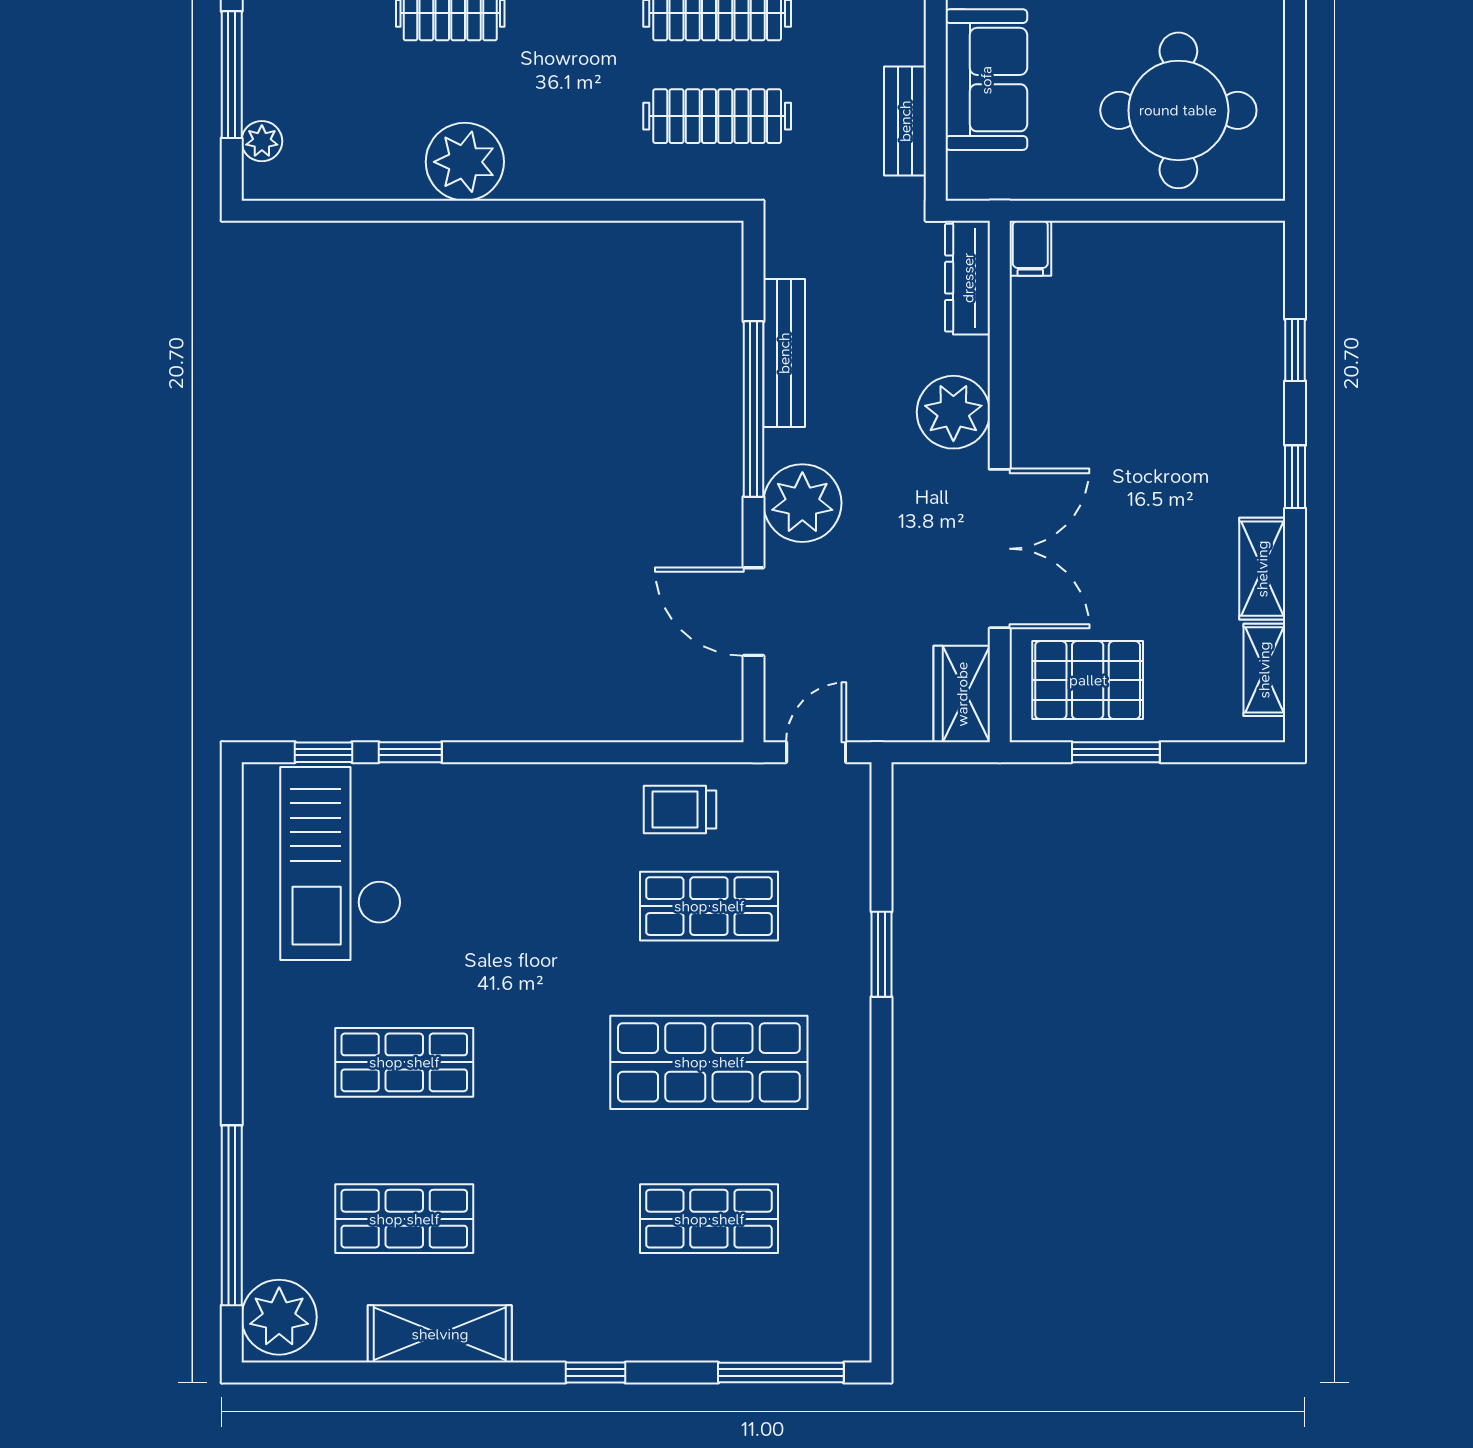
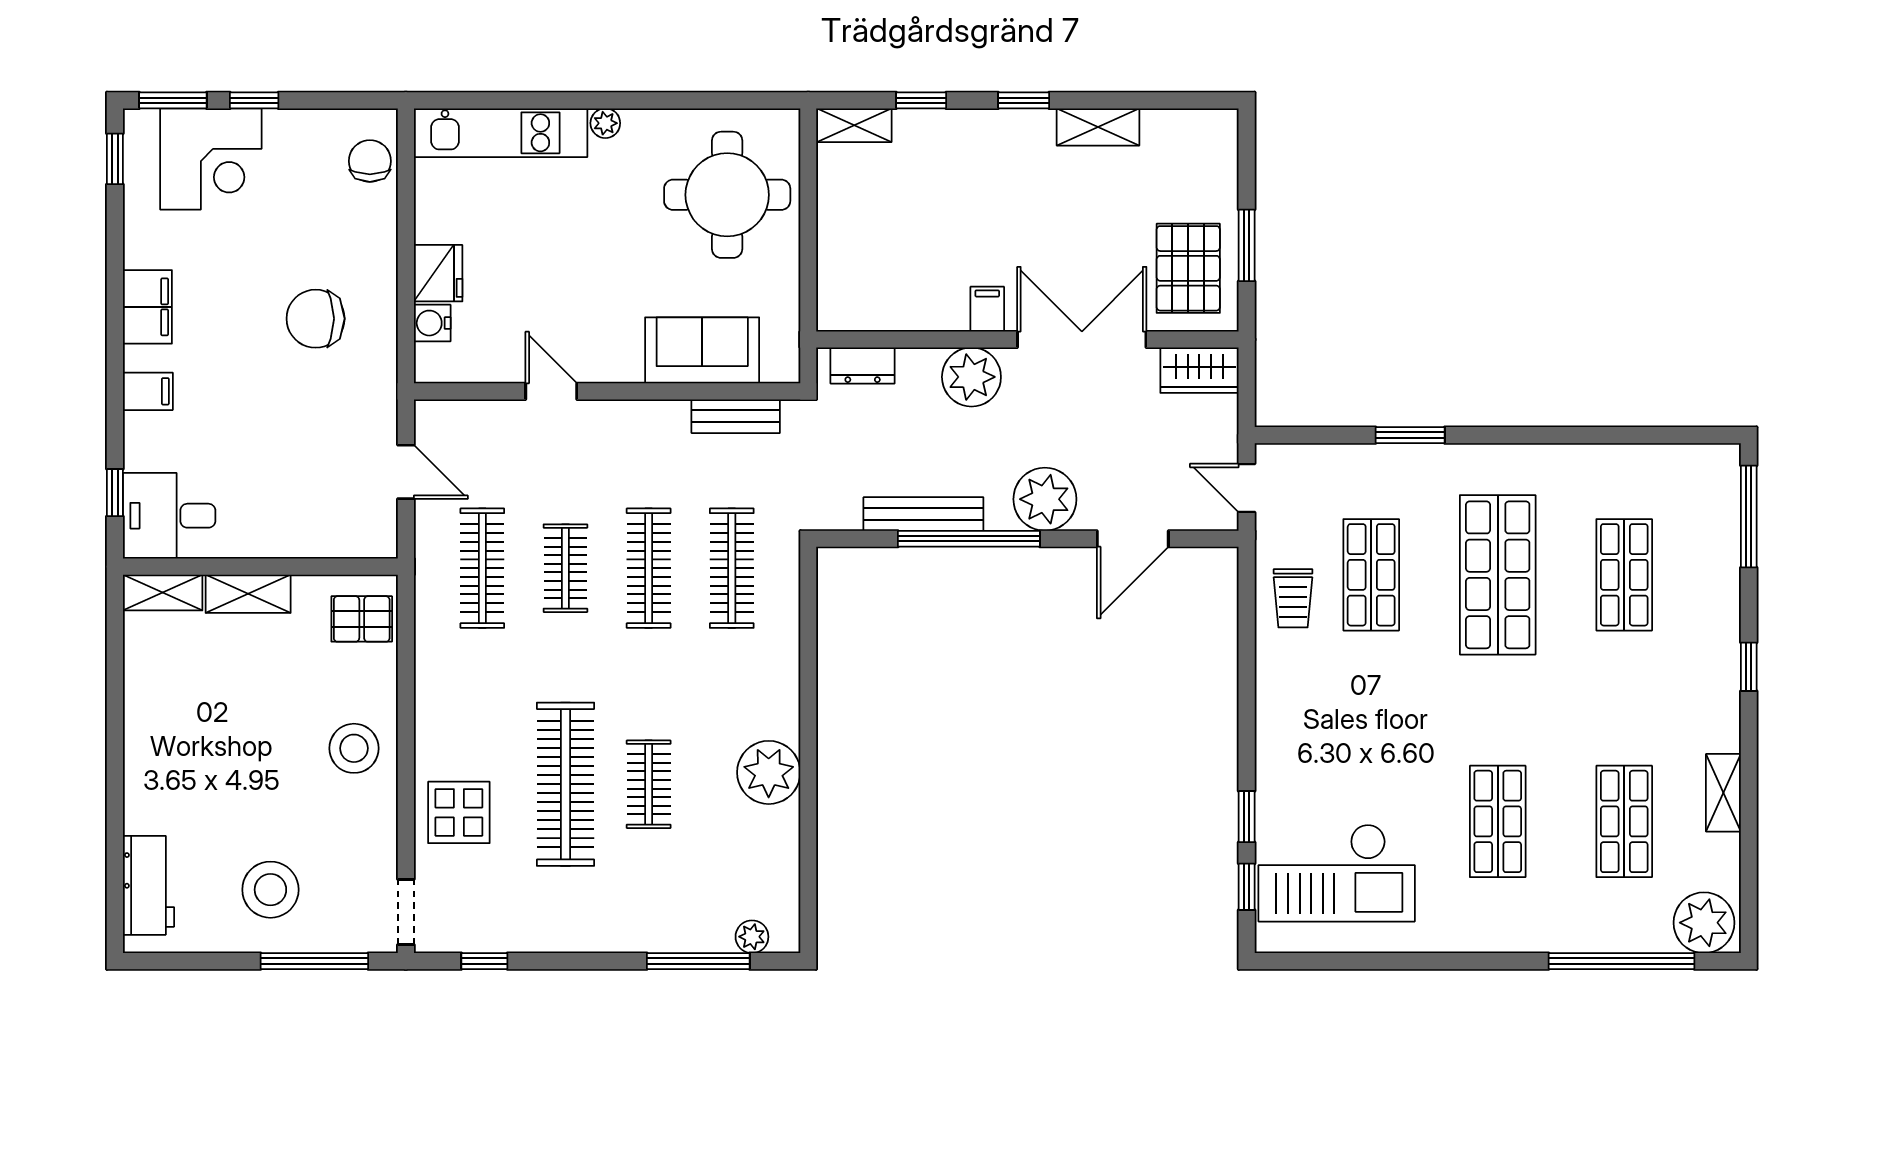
filing cabinet: (1030, 248) -> (987, 309), moved, turned -90
dresser: (968, 278) -> (863, 366), width x0.70
shelving: (1264, 670) -> (854, 125), moved
shelving: (440, 1334) -> (1723, 793), width x0.67, depth x0.75

